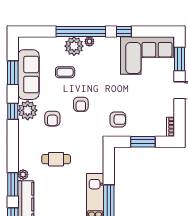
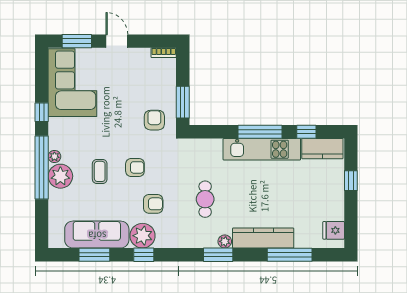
coffee table: (65, 72) -> (100, 171), moved
window: (143, 142) -> (183, 102), moved
window: (13, 184) -> (218, 255), moved

